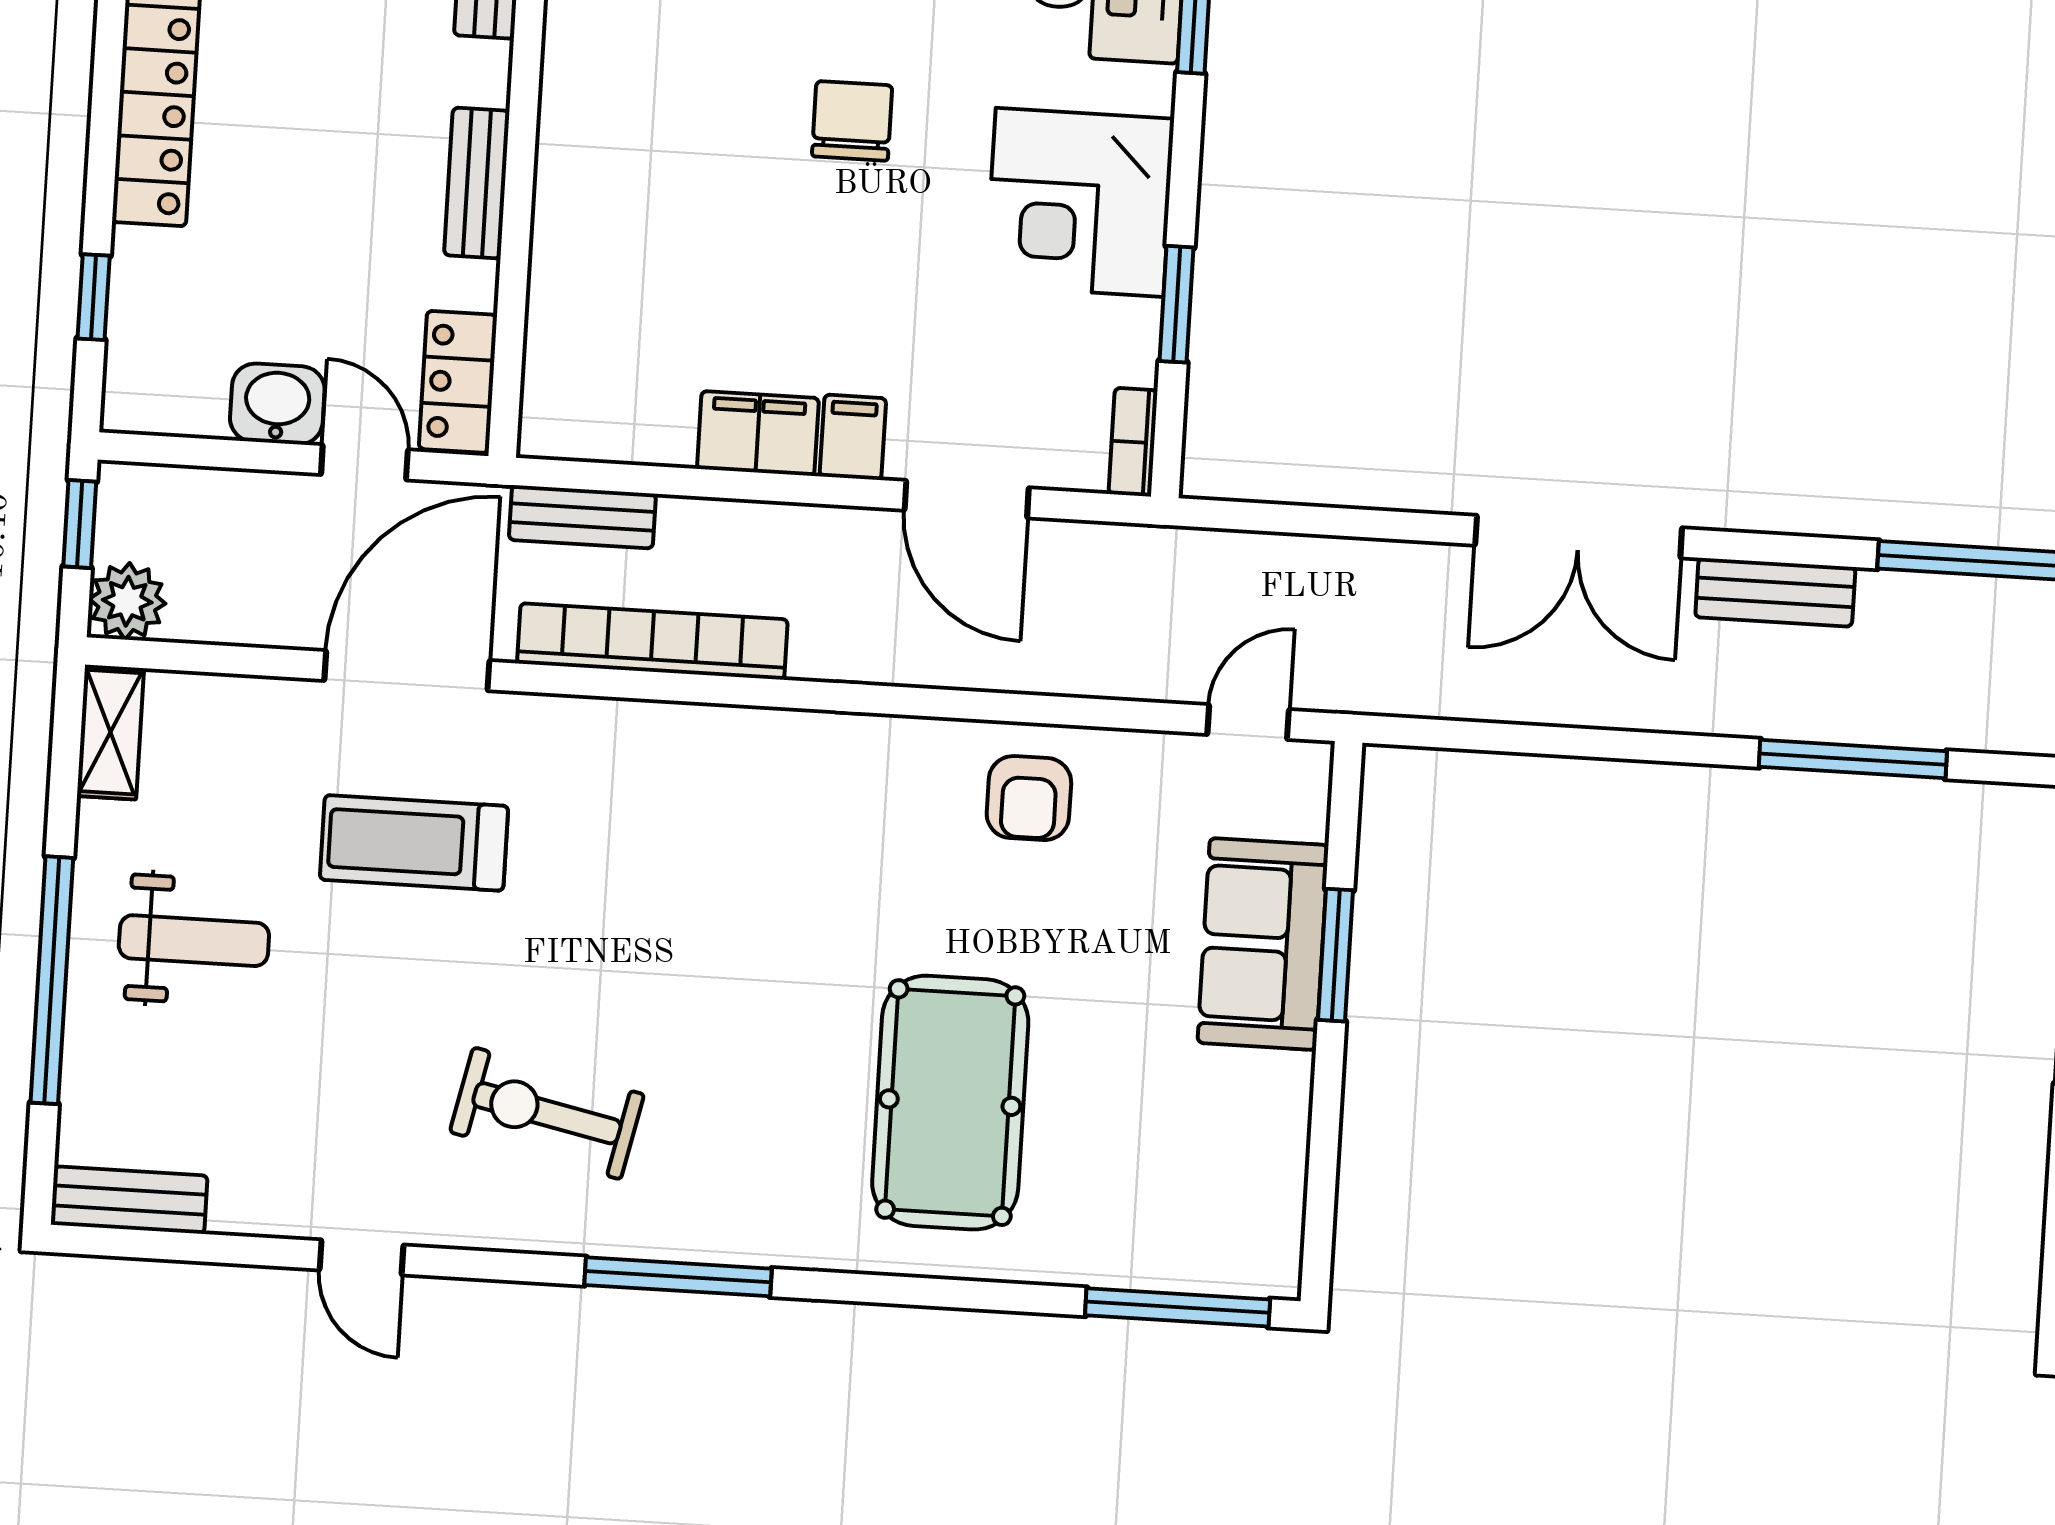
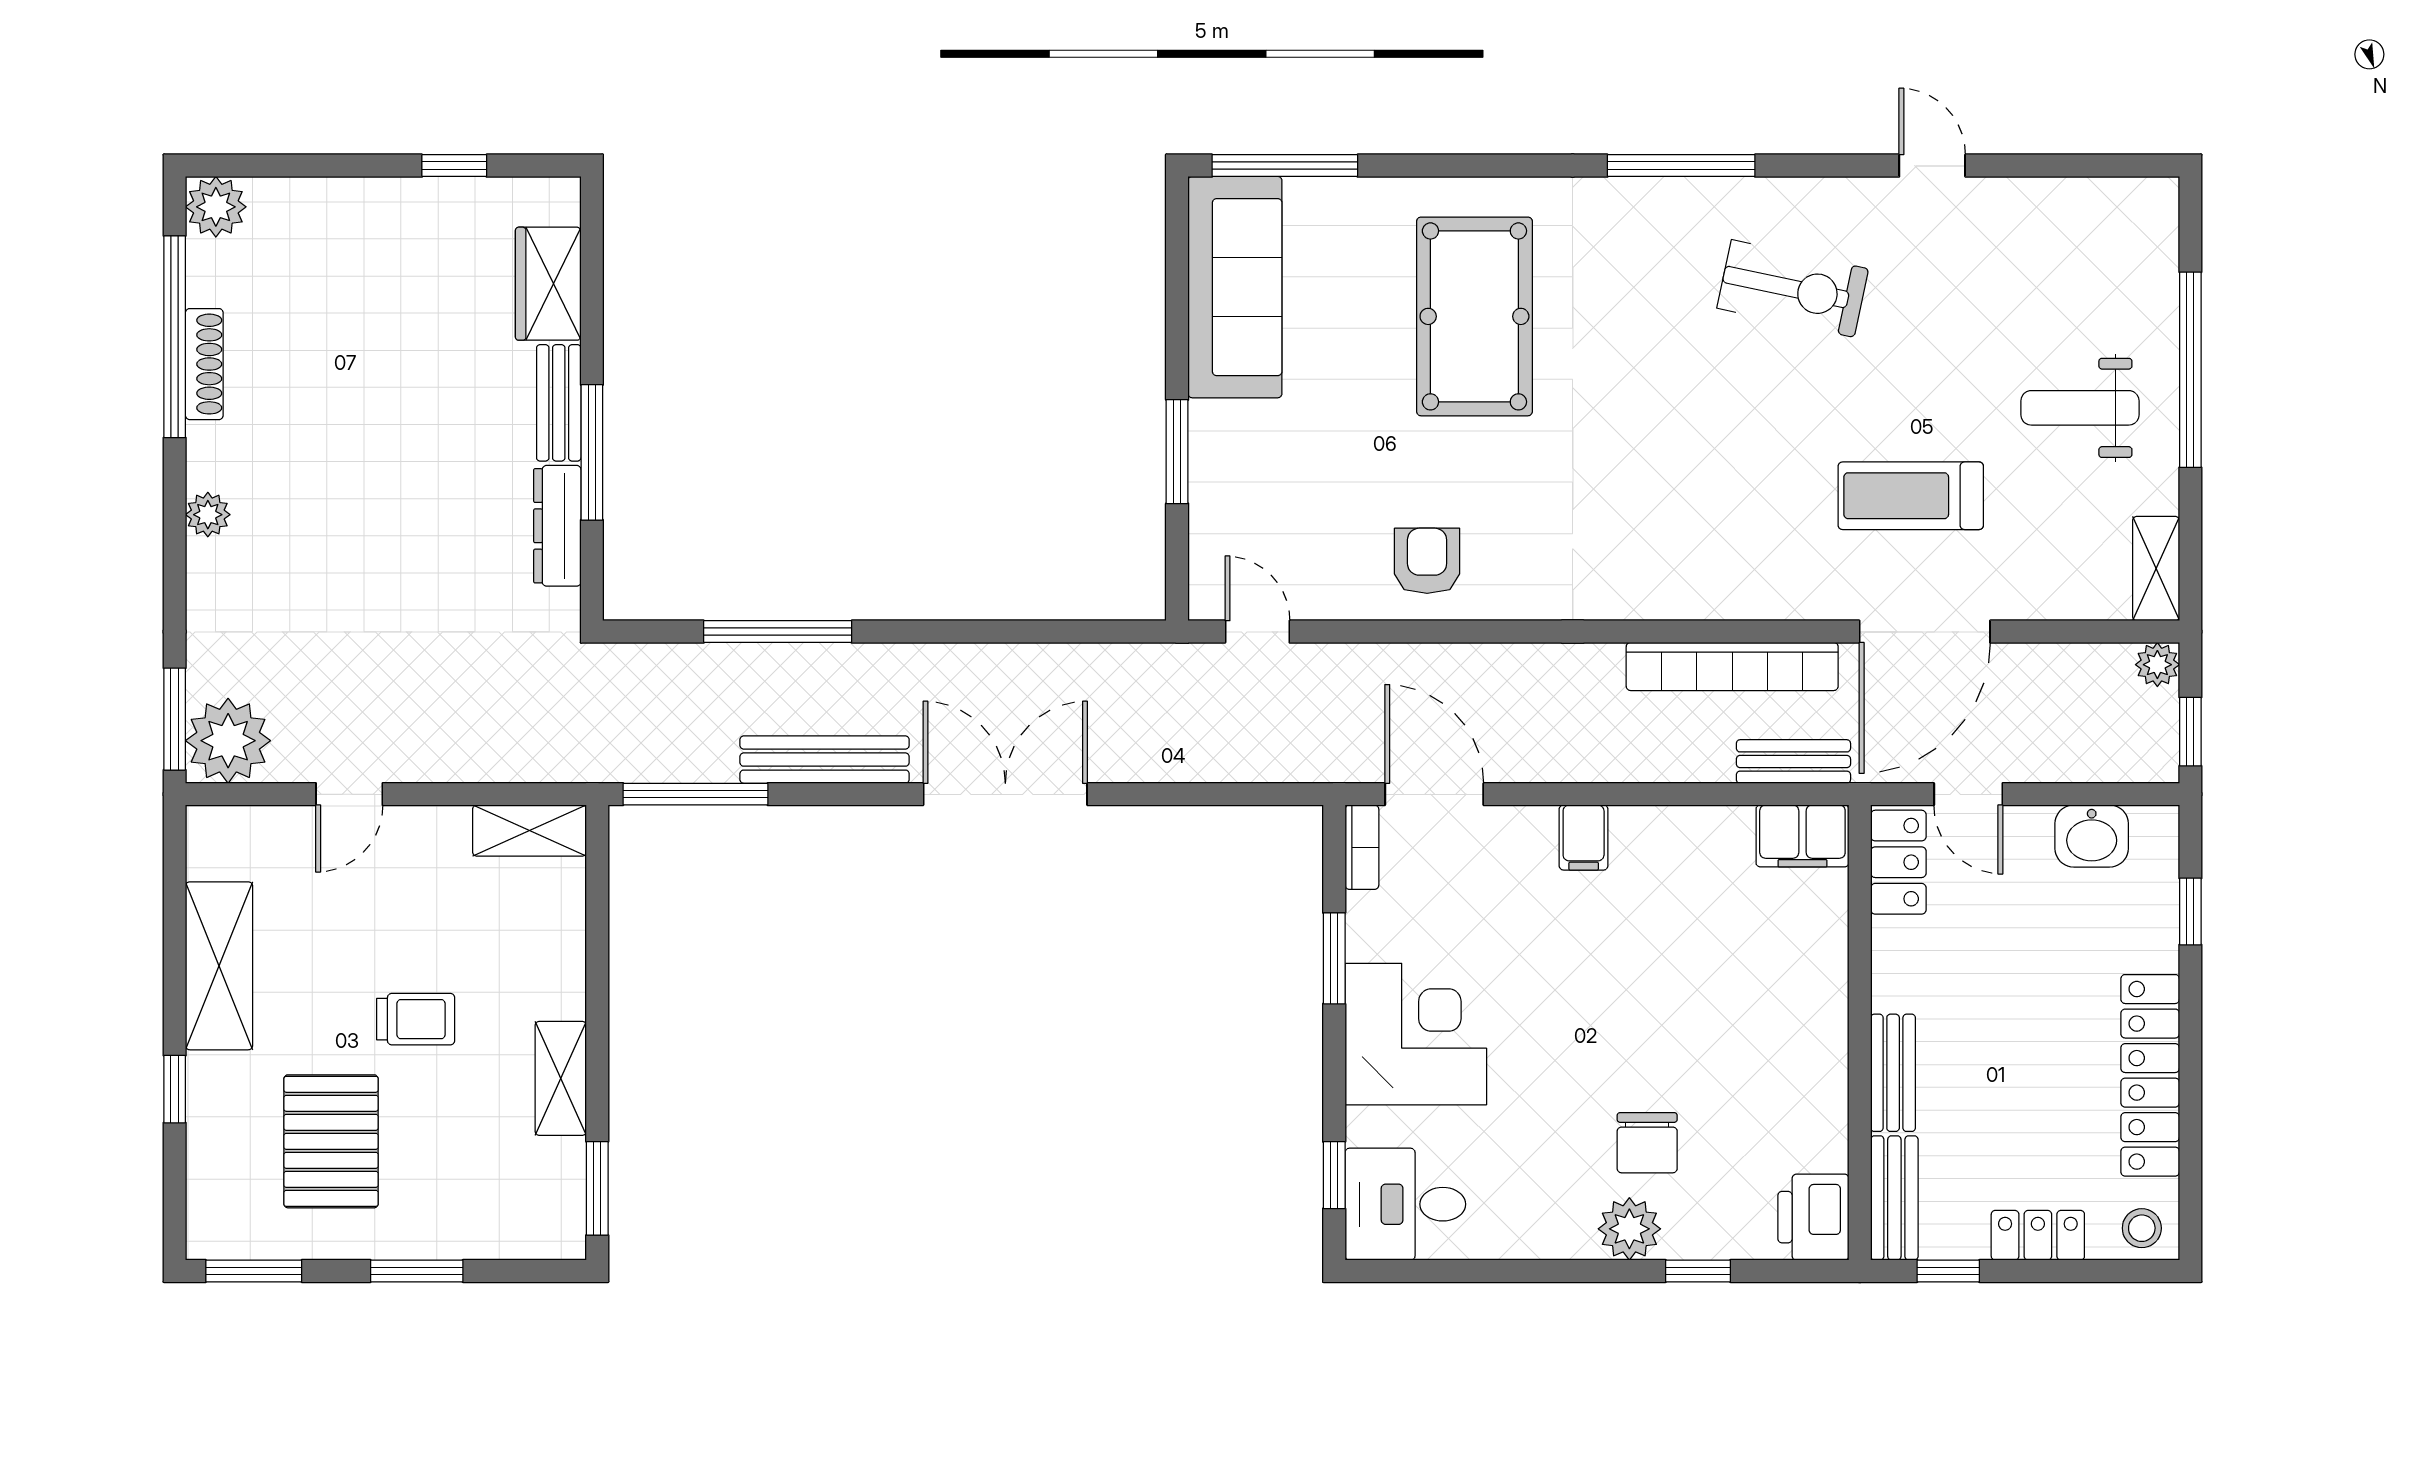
chair: (852, 121) -> (1647, 1143), moved
bench: (477, 183) -> (1893, 1073), moved
washbasin: (277, 404) -> (2092, 836), moved
filing cabinet: (758, 433) -> (1802, 836), moved
door: (967, 499) -> (1434, 794), moved
bench: (1775, 592) -> (825, 760), width x1.36
plant: (127, 601) -> (2157, 665), width x0.73, depth x0.73
door: (1248, 722) -> (1257, 632), swing flipped
treadmill: (414, 843) -> (1911, 496), turned 180
sofa: (1263, 944) -> (1235, 287), moved, width x1.36
bench: (129, 1200) -> (2119, 200), removed

